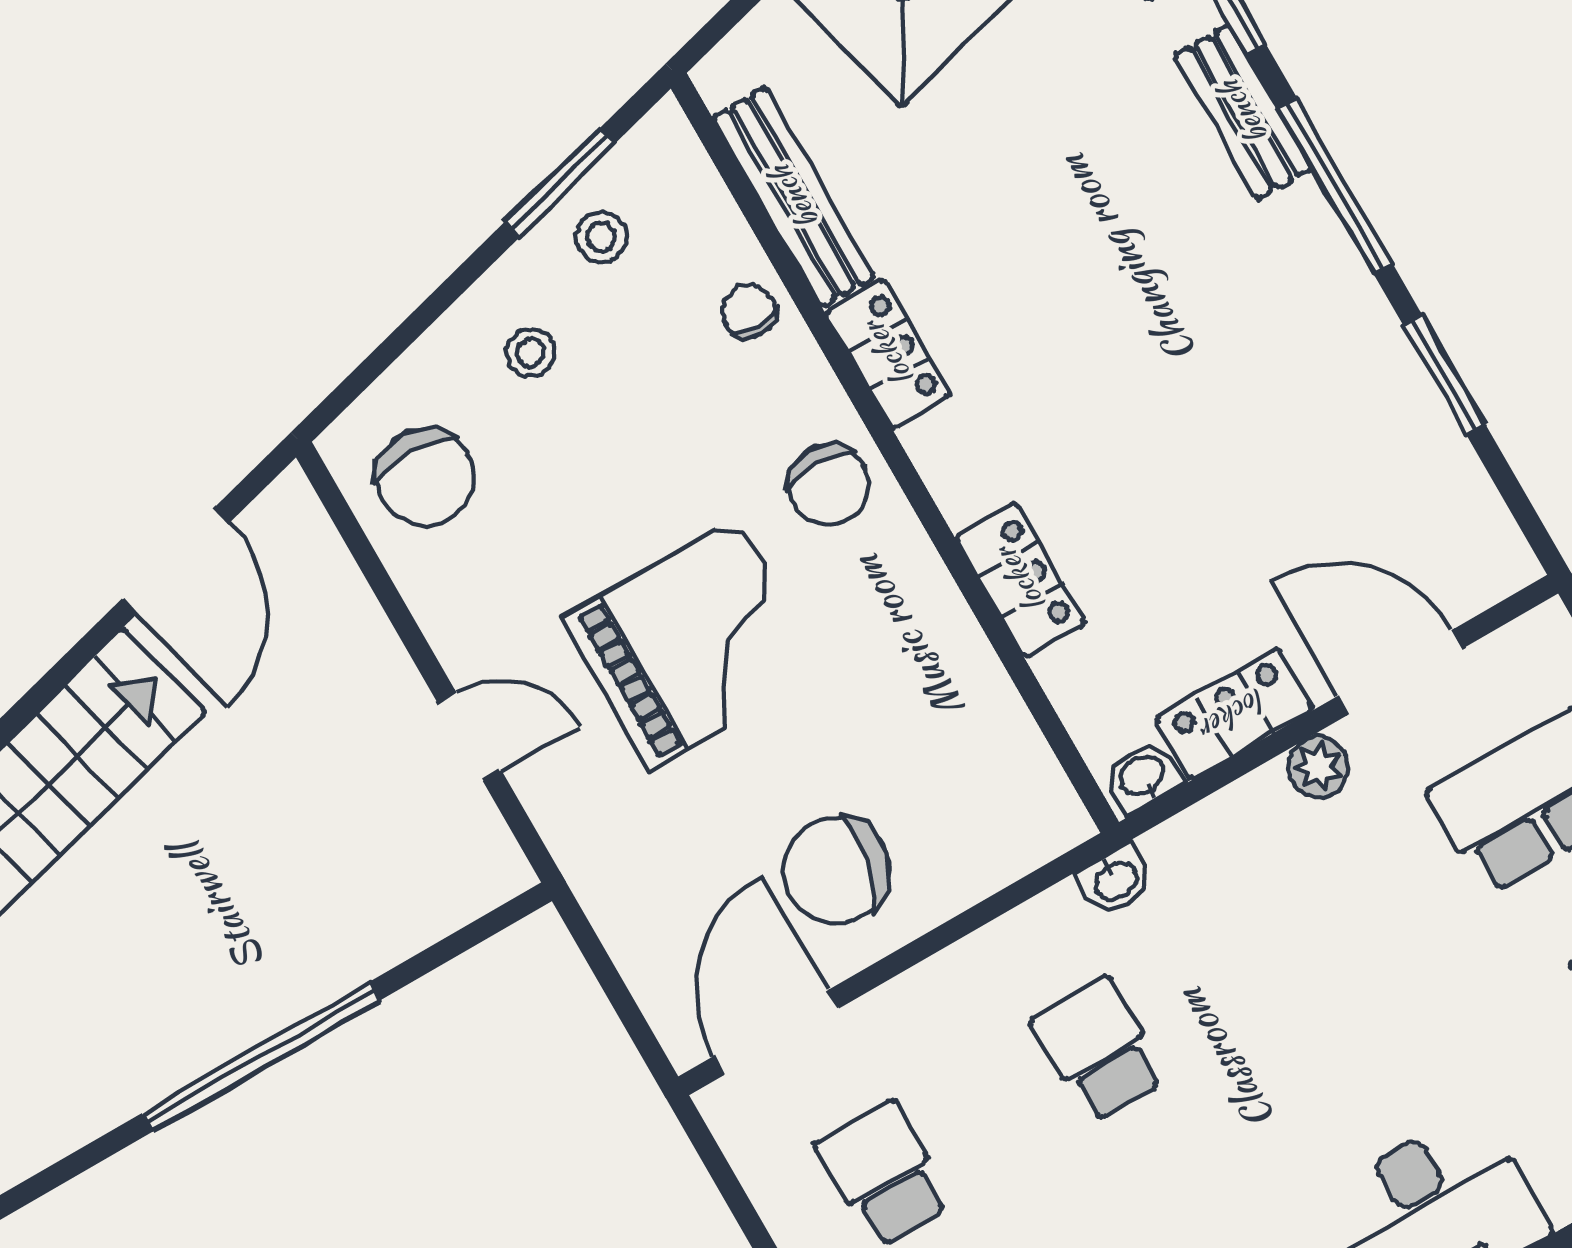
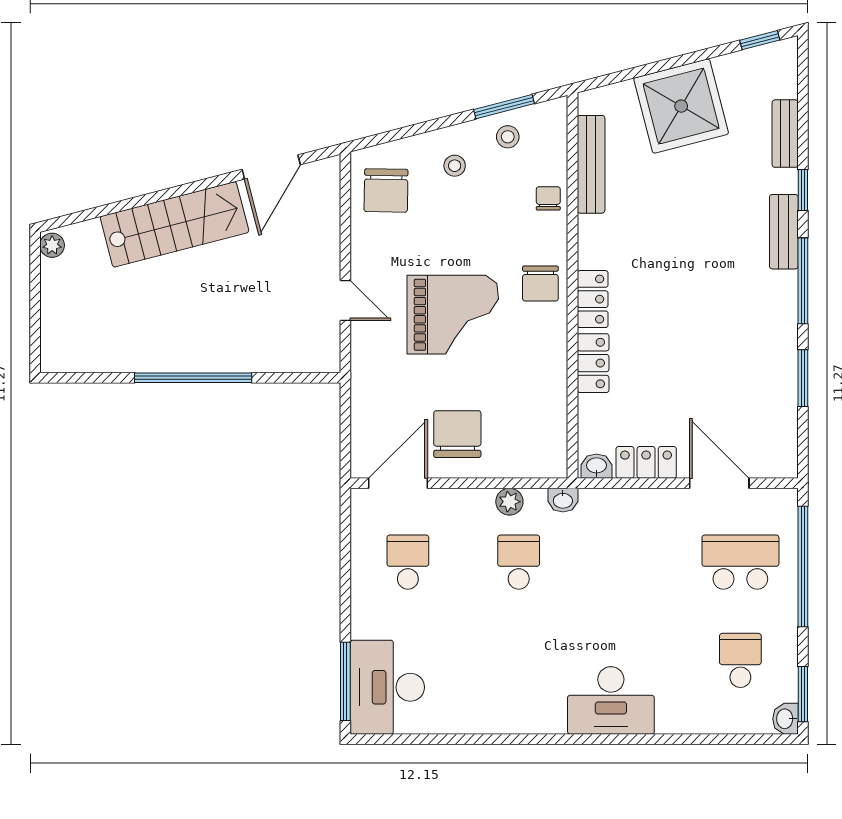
locker: (888, 354) -> (593, 299), moved
plant: (1318, 767) -> (509, 502), moved
chair: (836, 870) -> (457, 434), turned 79

